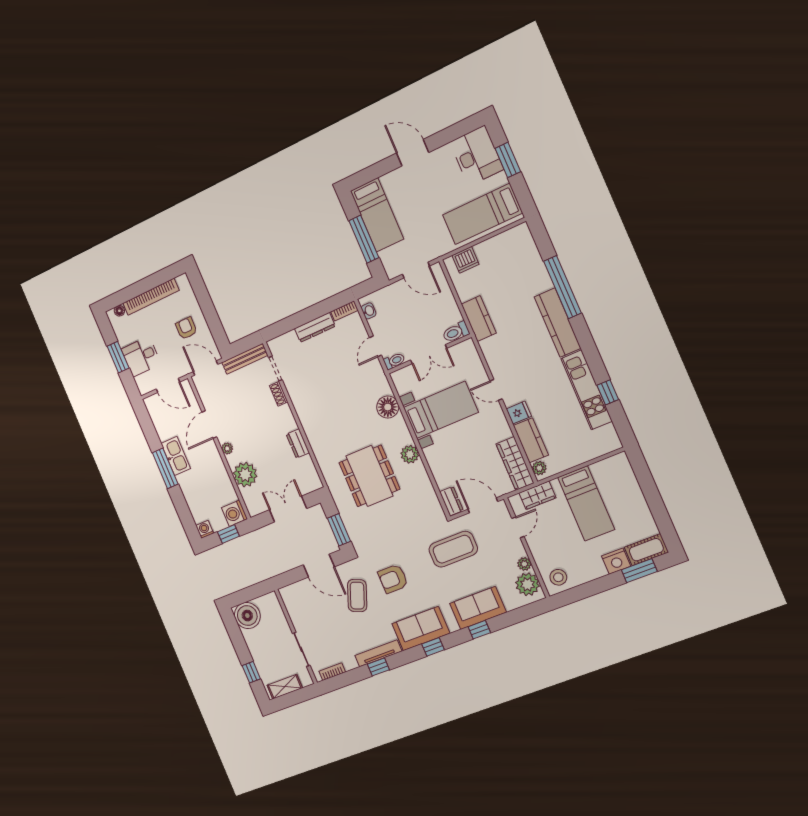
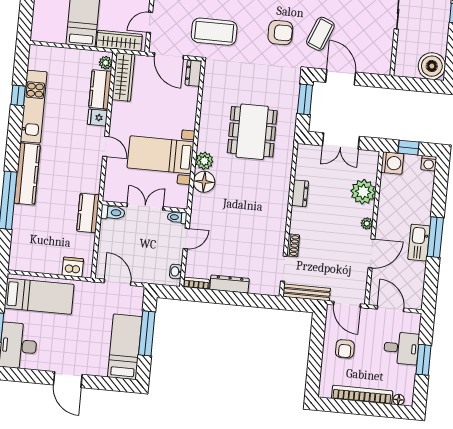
plant: (410, 454) -> (204, 161), moved
wardrobe: (537, 495) -> (119, 41), width x1.50

